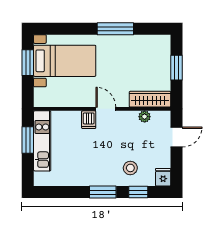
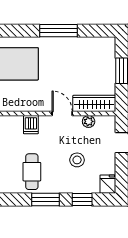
door: (106, 109) -> (62, 114), moved
cafe table: (90, 165) -> (32, 172), added
stool: (130, 168) -> (77, 160), moved

